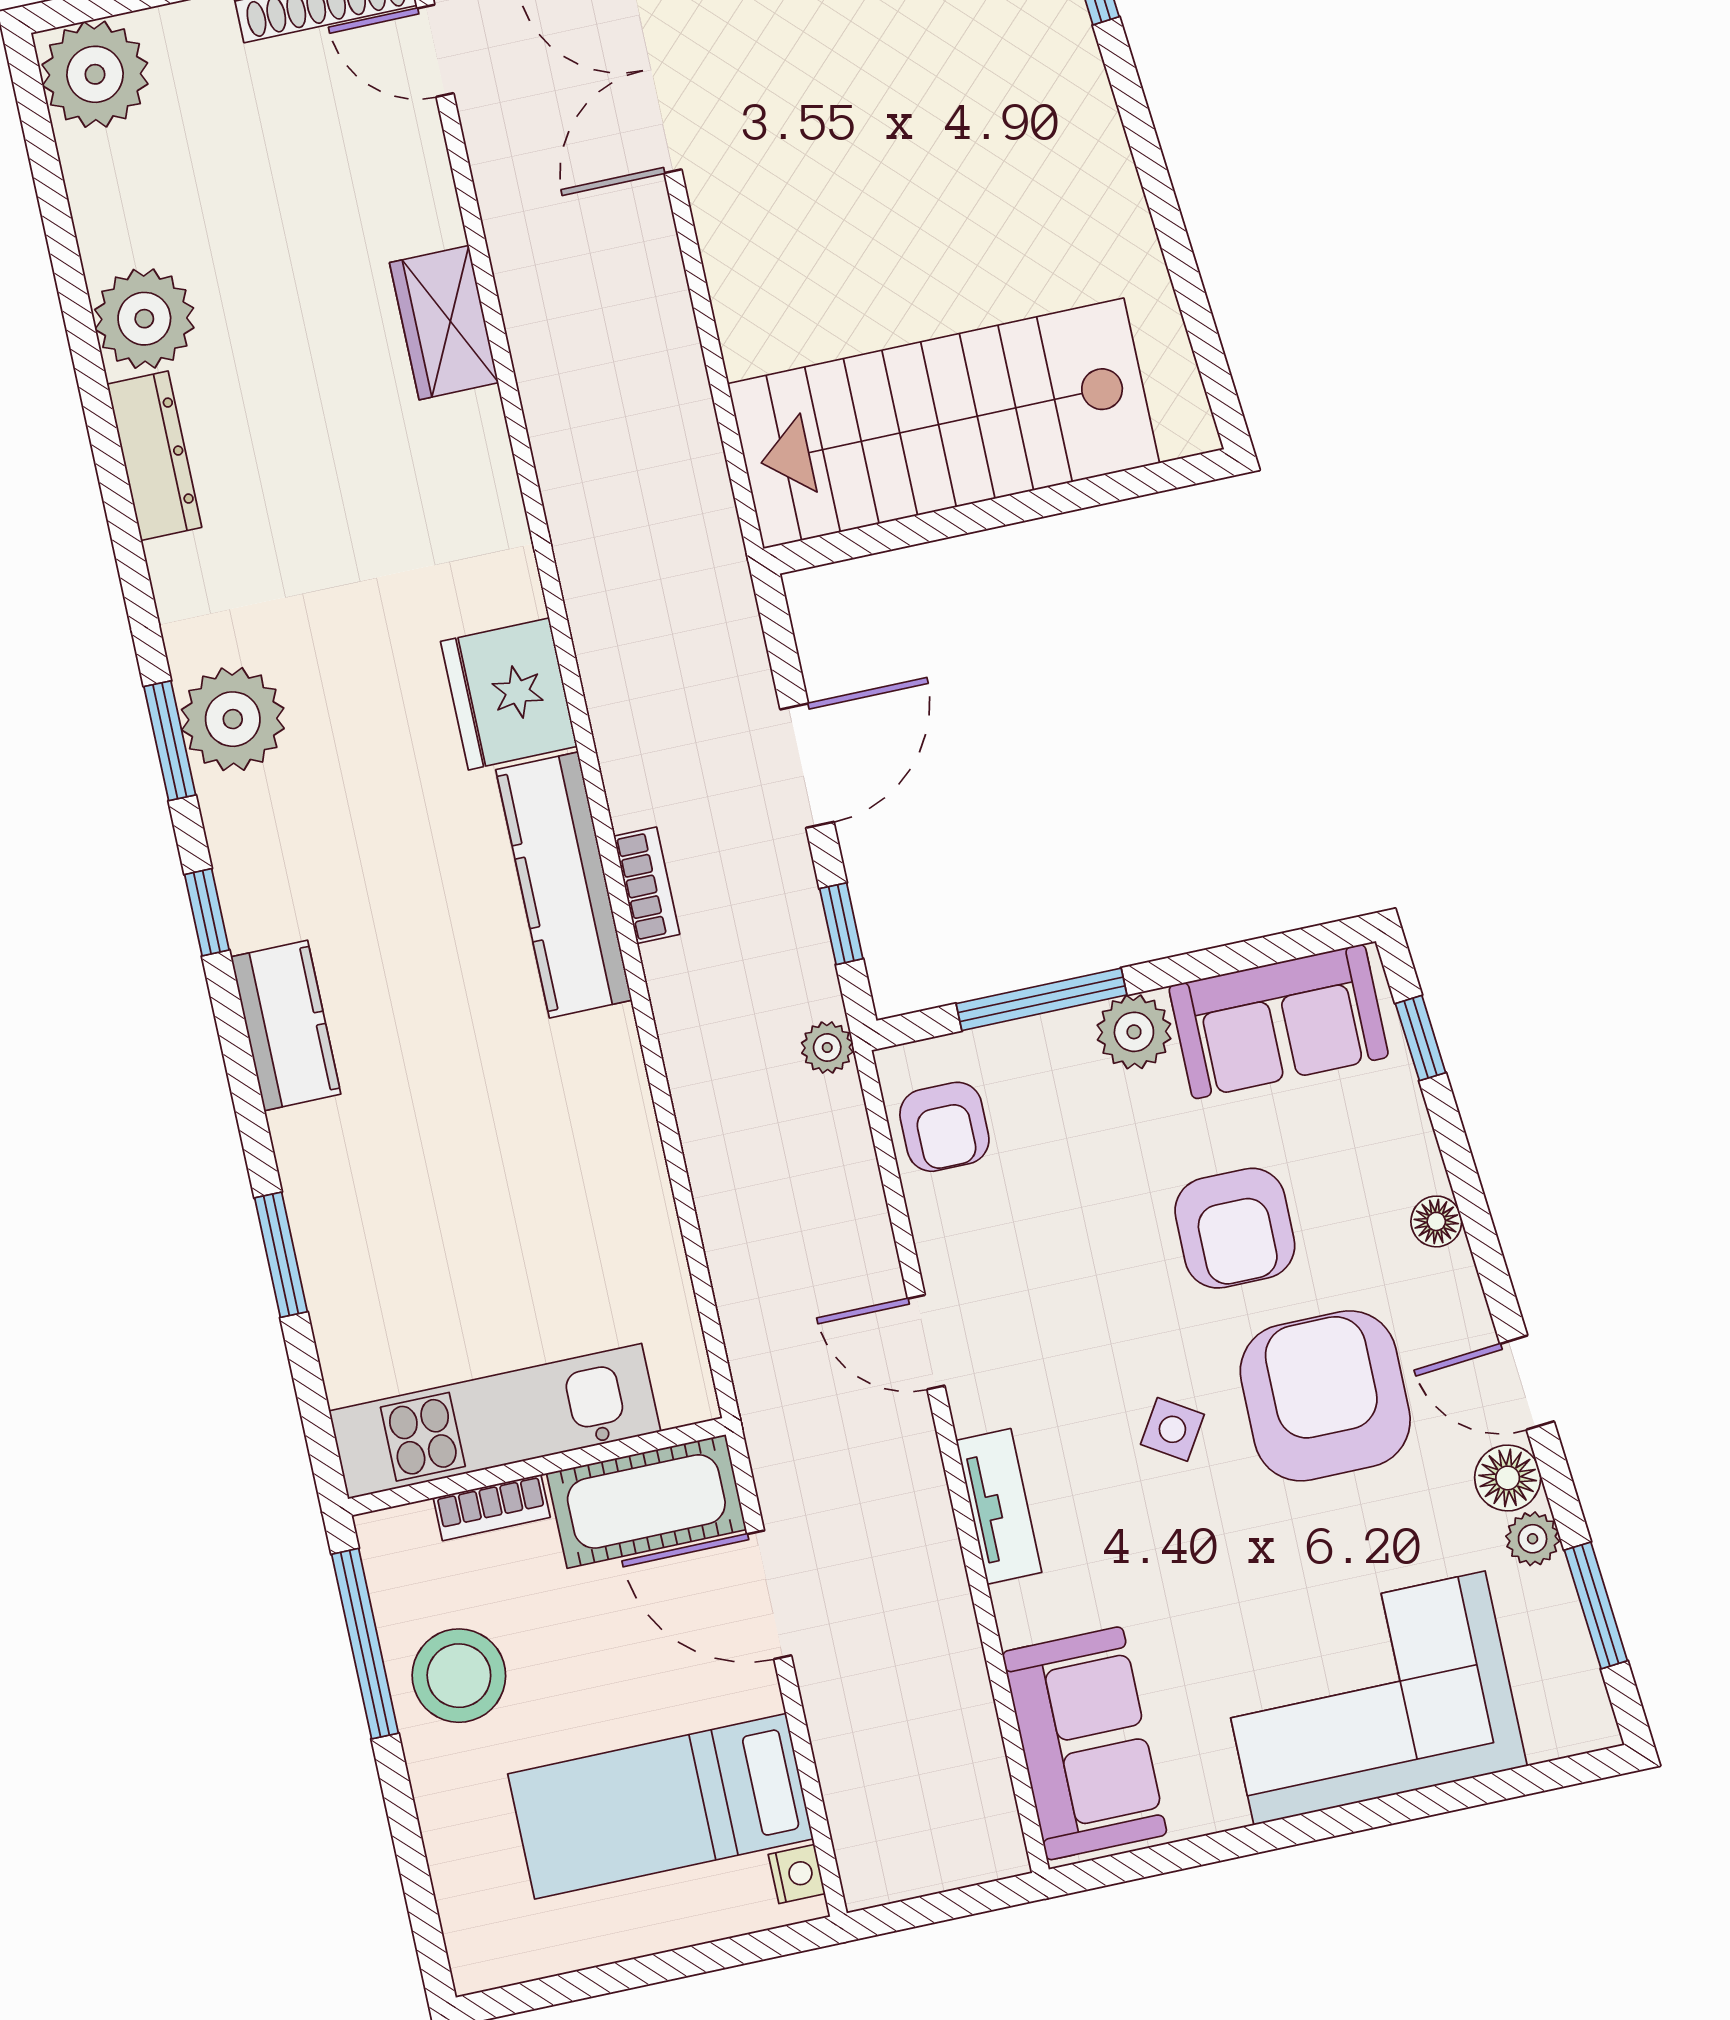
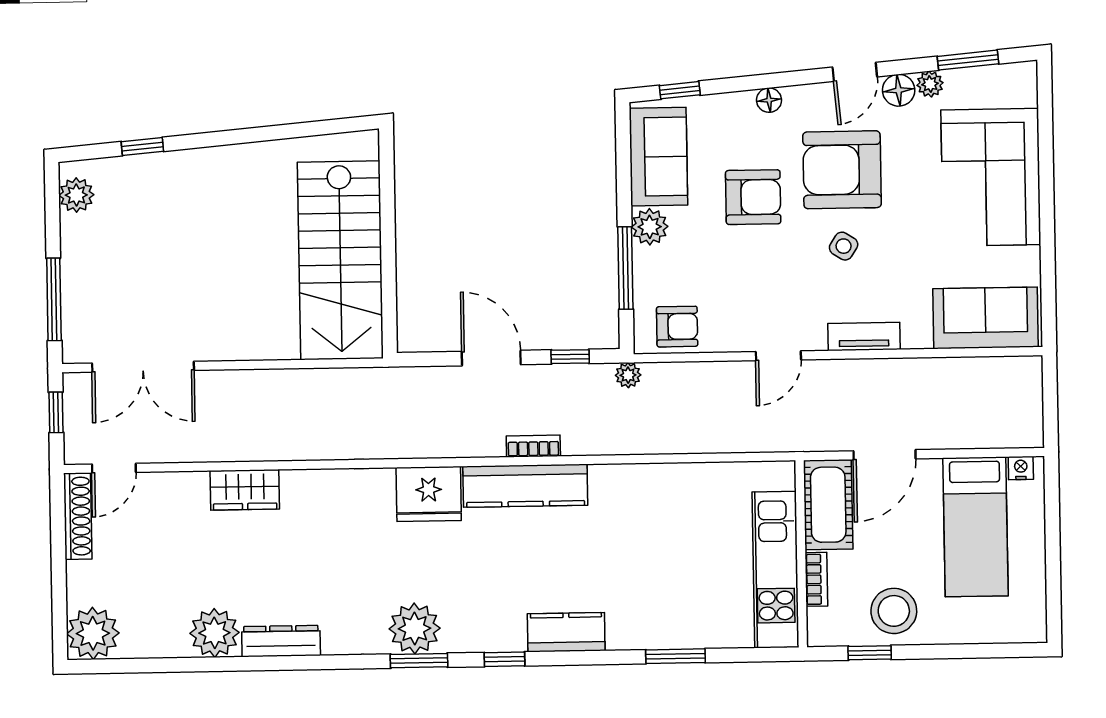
window: (365, 1644) -> (870, 653), width x0.46

